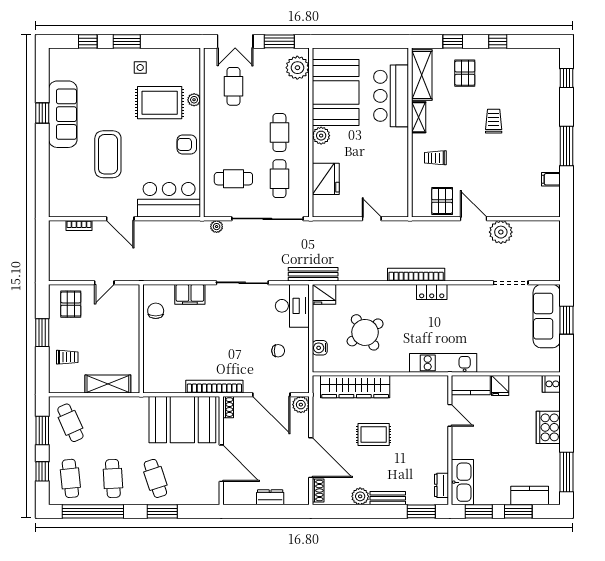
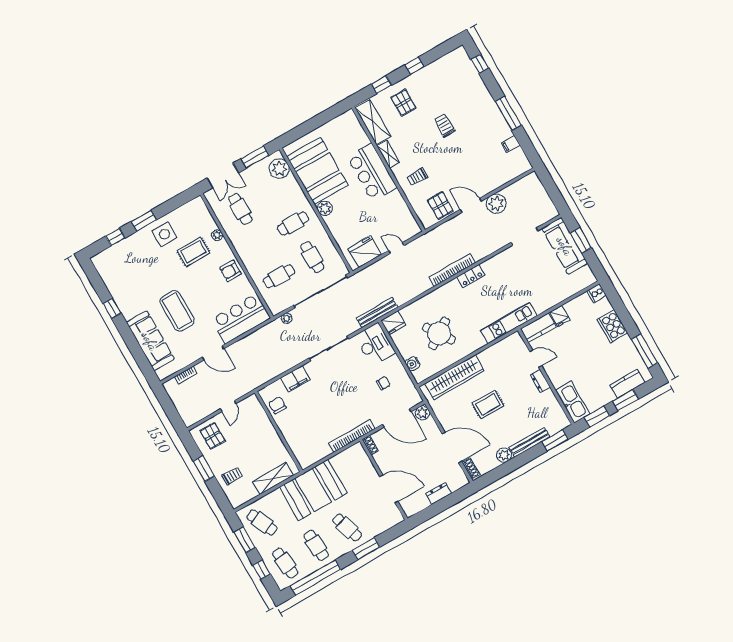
side table: (140, 68) -> (164, 234), width x1.87, depth x1.87
bar counter: (391, 96) -> (372, 172), moved
rug: (160, 103) -> (193, 252), width x0.73, depth x0.70
sofa: (63, 114) -> (150, 341), moved
cafe table: (279, 132) -> (293, 223), turned 90
fridge: (326, 179) -> (365, 252), moved, turned -90
booth: (182, 420) -> (313, 490), moved
dresser: (441, 485) -> (540, 381), moved
bench: (388, 498) -> (530, 442), width x1.36

